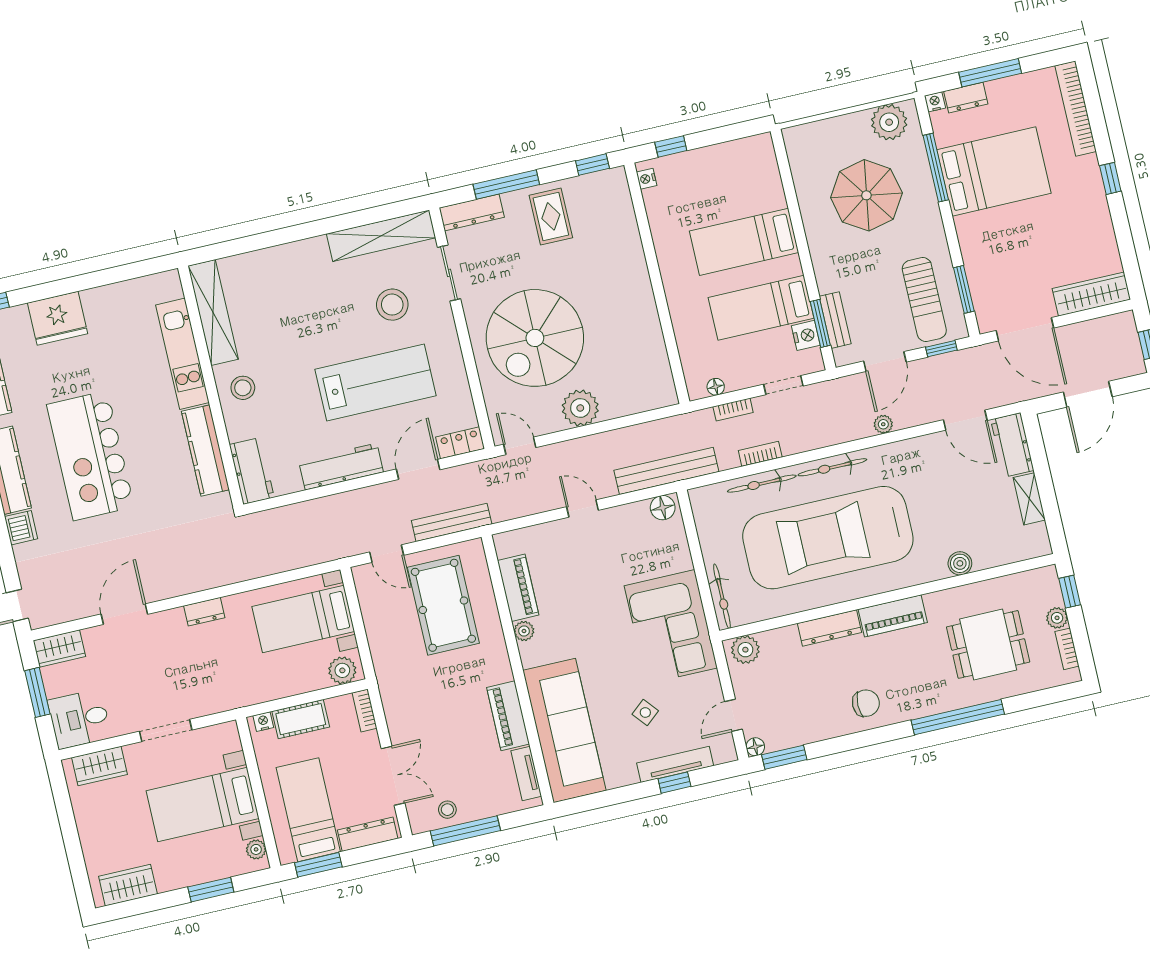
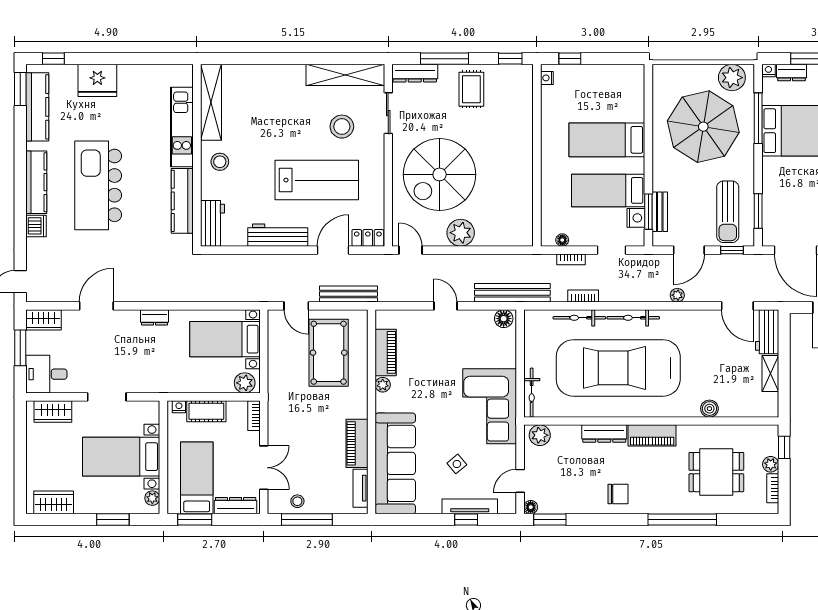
parasol: (866, 195) -> (703, 127), width x1.36, depth x1.36

